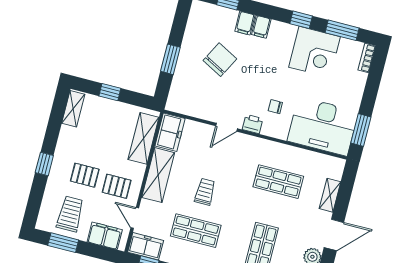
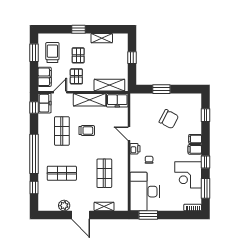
filing cabinet: (245, 23) -> (195, 149), moved
shelving: (73, 109) -> (102, 38), moved
trolley: (70, 214) -> (52, 53), turned -90

